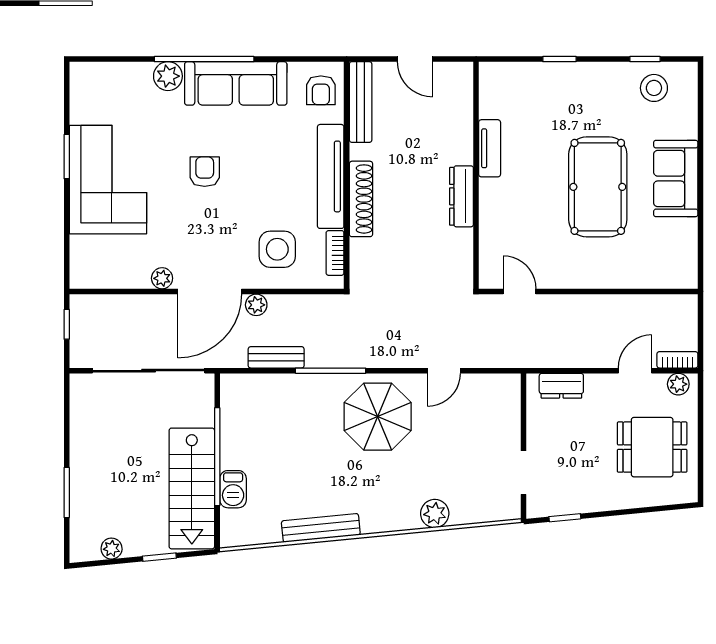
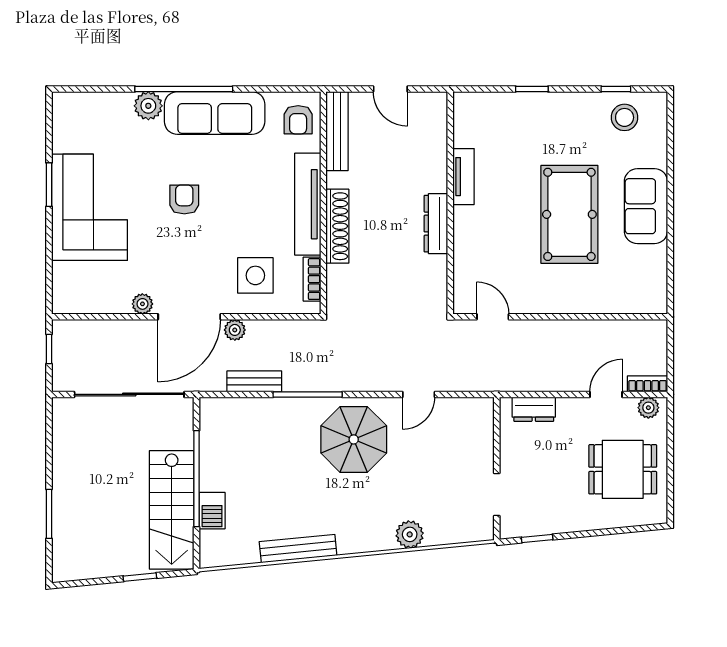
plant: (112, 549) -> (93, 569), removed

